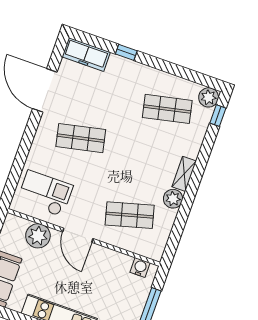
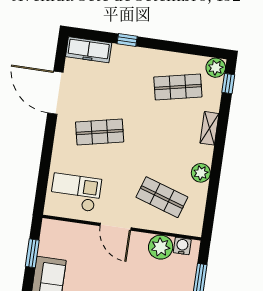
shelving: (184, 174) -> (209, 128), moved
shop shelf: (130, 215) -> (162, 197), turned 33
plant: (38, 236) -> (161, 247), moved

